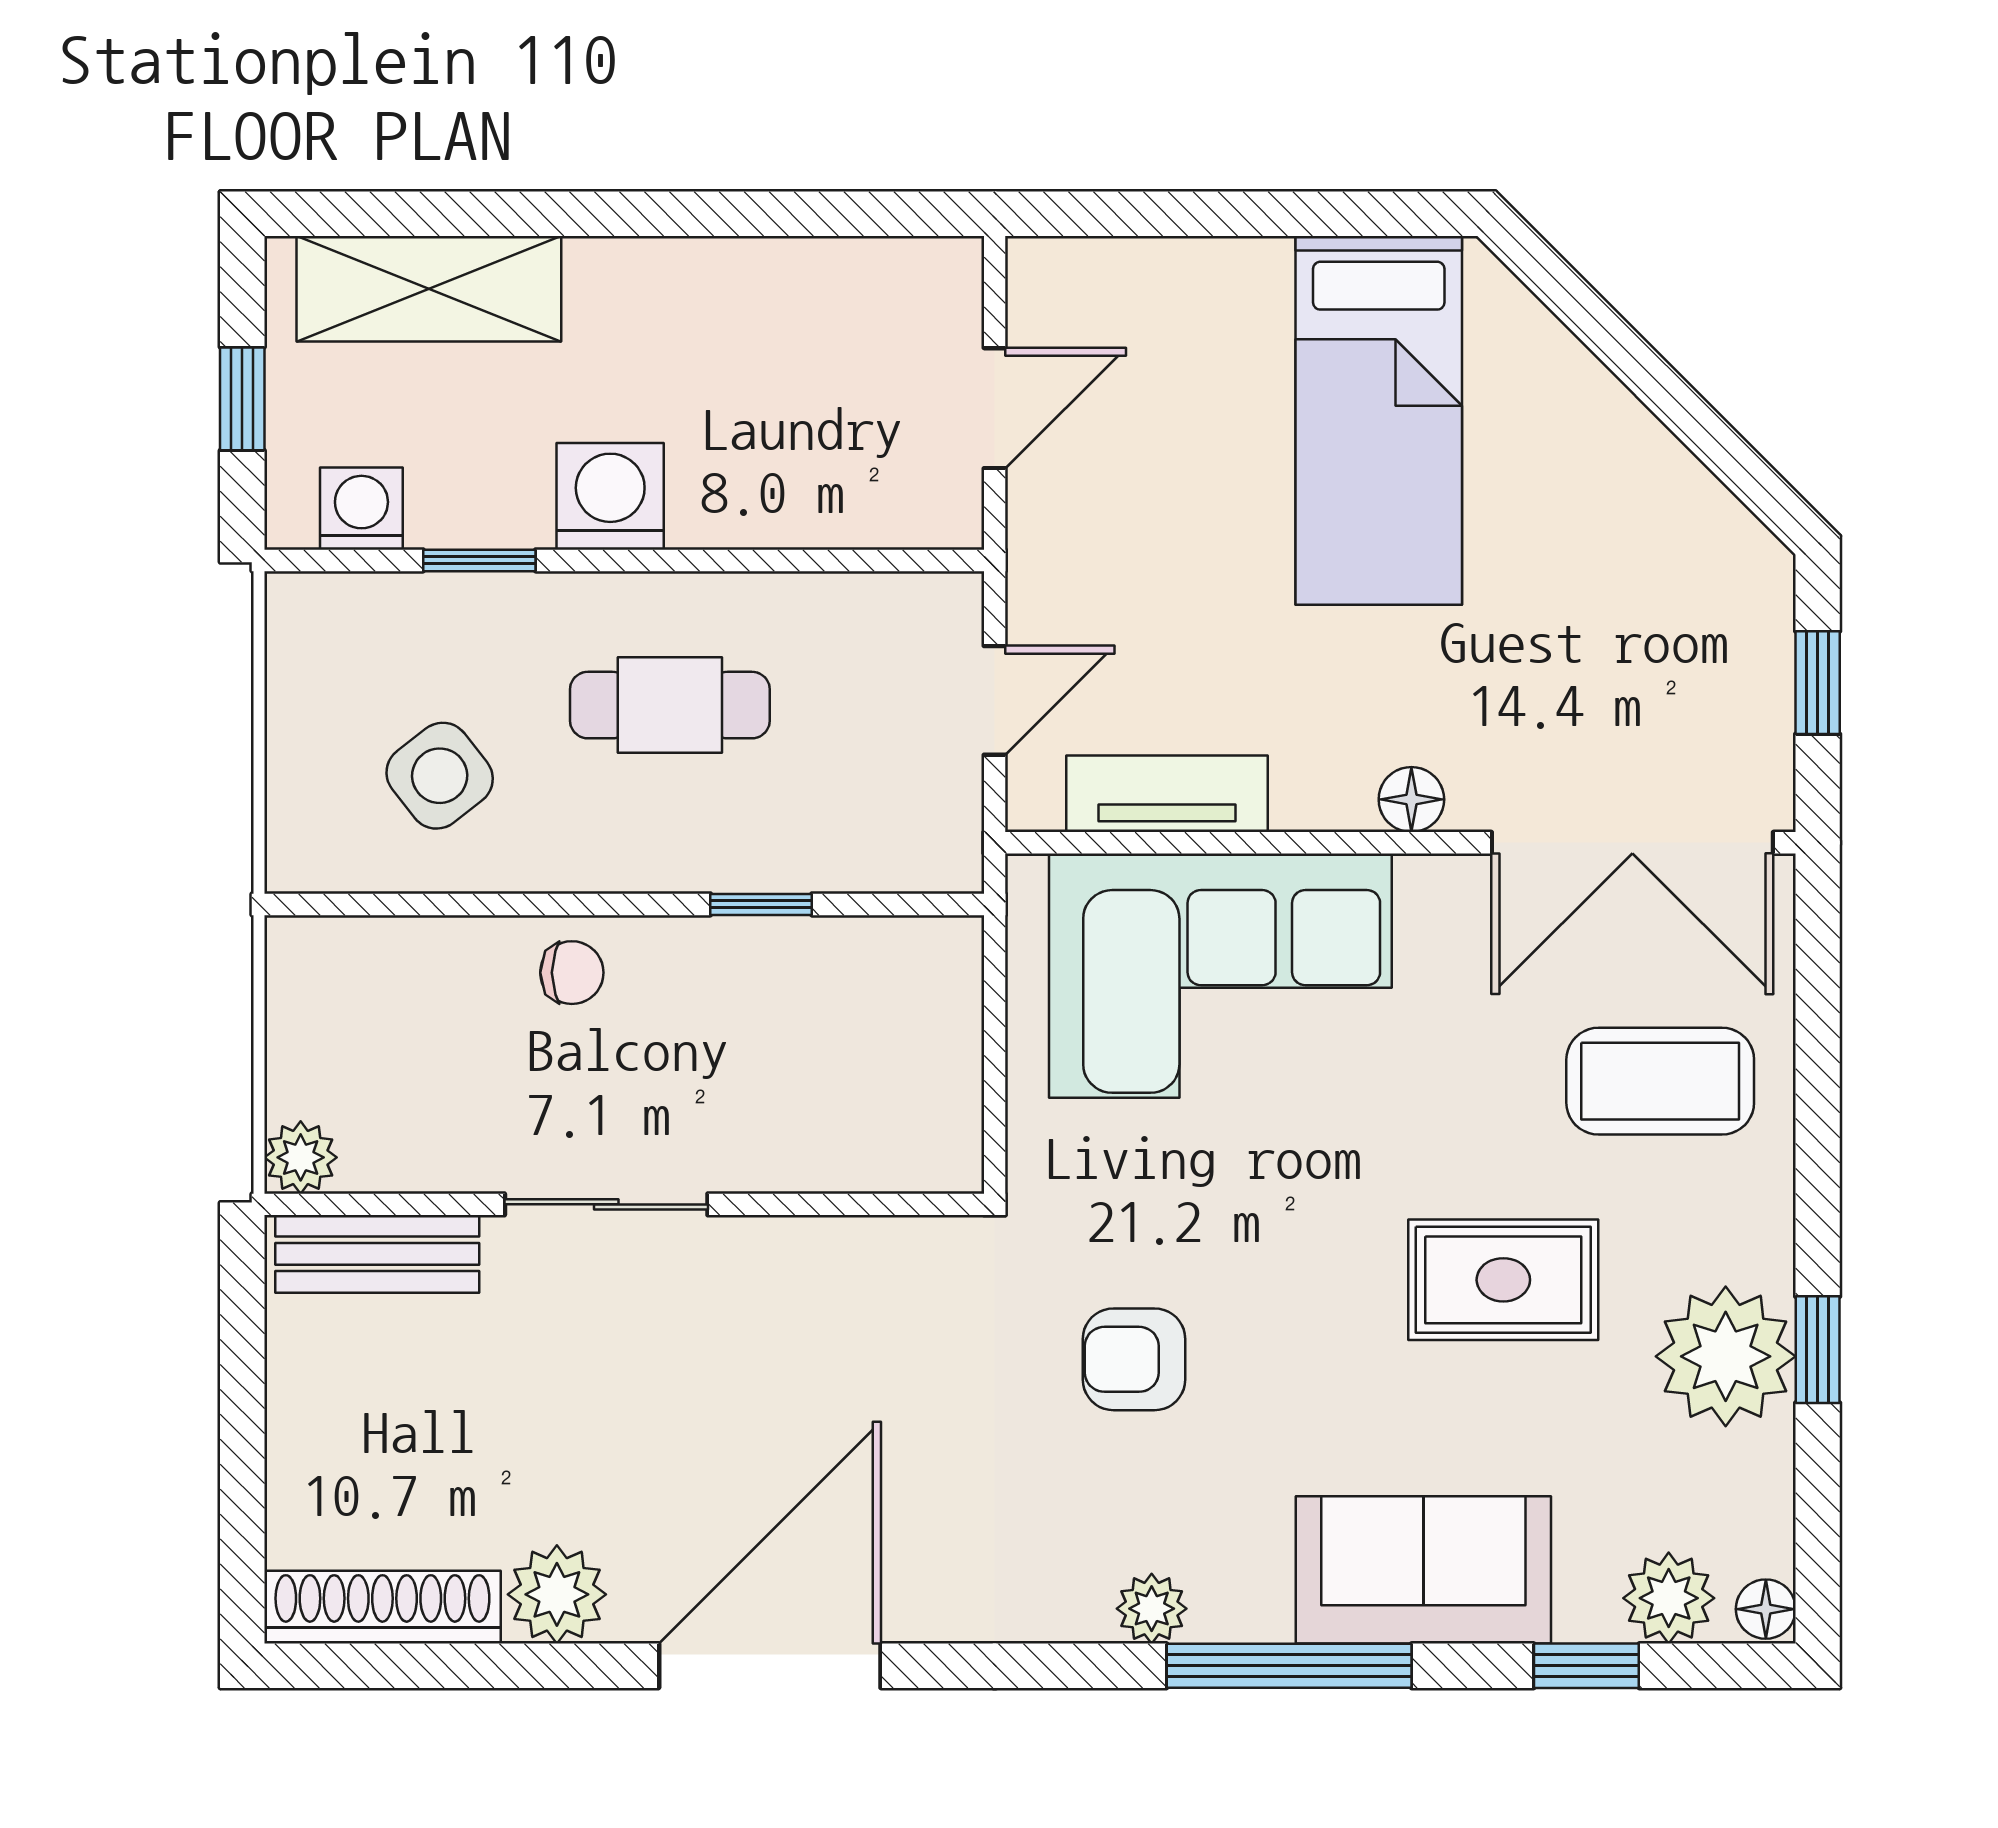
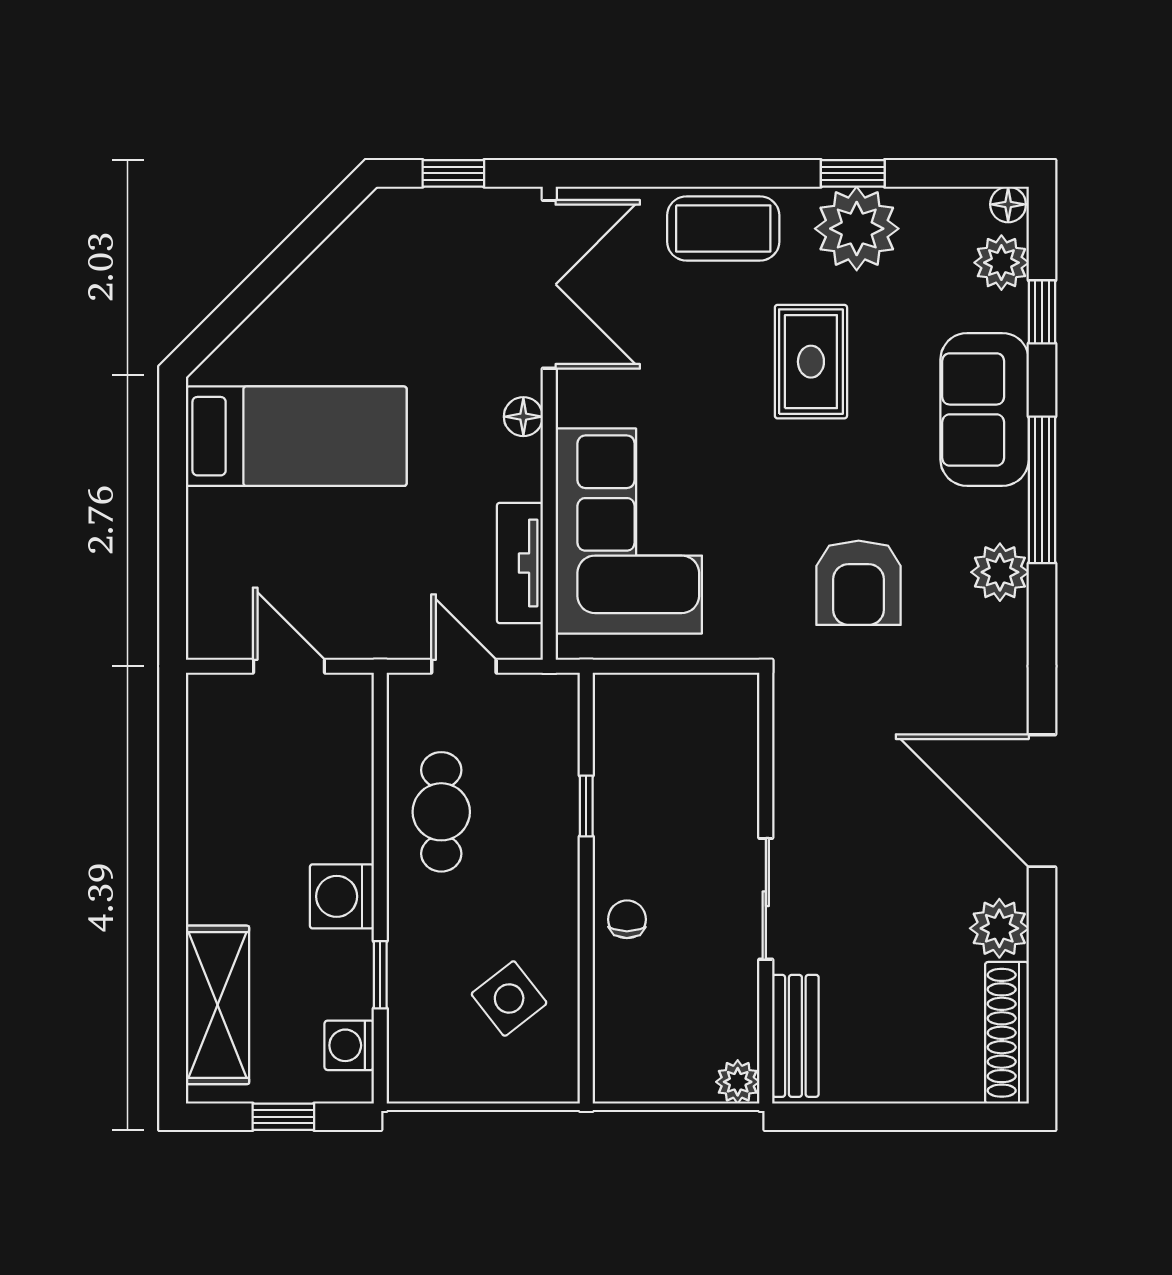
cafe table: (670, 705) -> (441, 812), moved
coffee table: (1660, 1081) -> (723, 228), moved, turned 90
armchair: (1134, 1359) -> (859, 583), width x1.38, depth x1.38
plant: (1152, 1609) -> (1000, 572), width x1.38, depth x1.38

